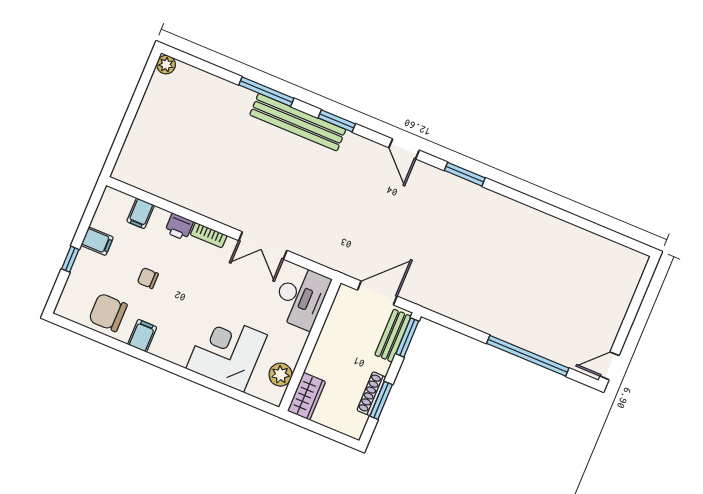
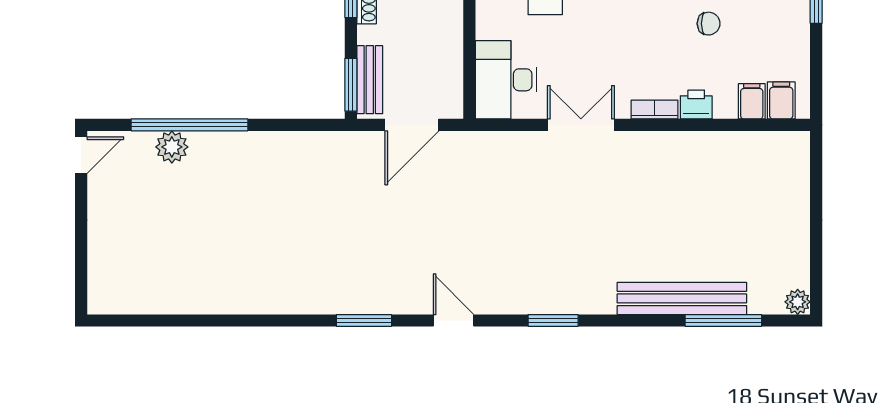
window: (266, 92) -> (723, 320), moved
bench: (298, 122) -> (682, 298), moved
filing cabinet: (97, 241) -> (781, 100), moved, turned 90
plant: (546, 346) -> (172, 147), added

